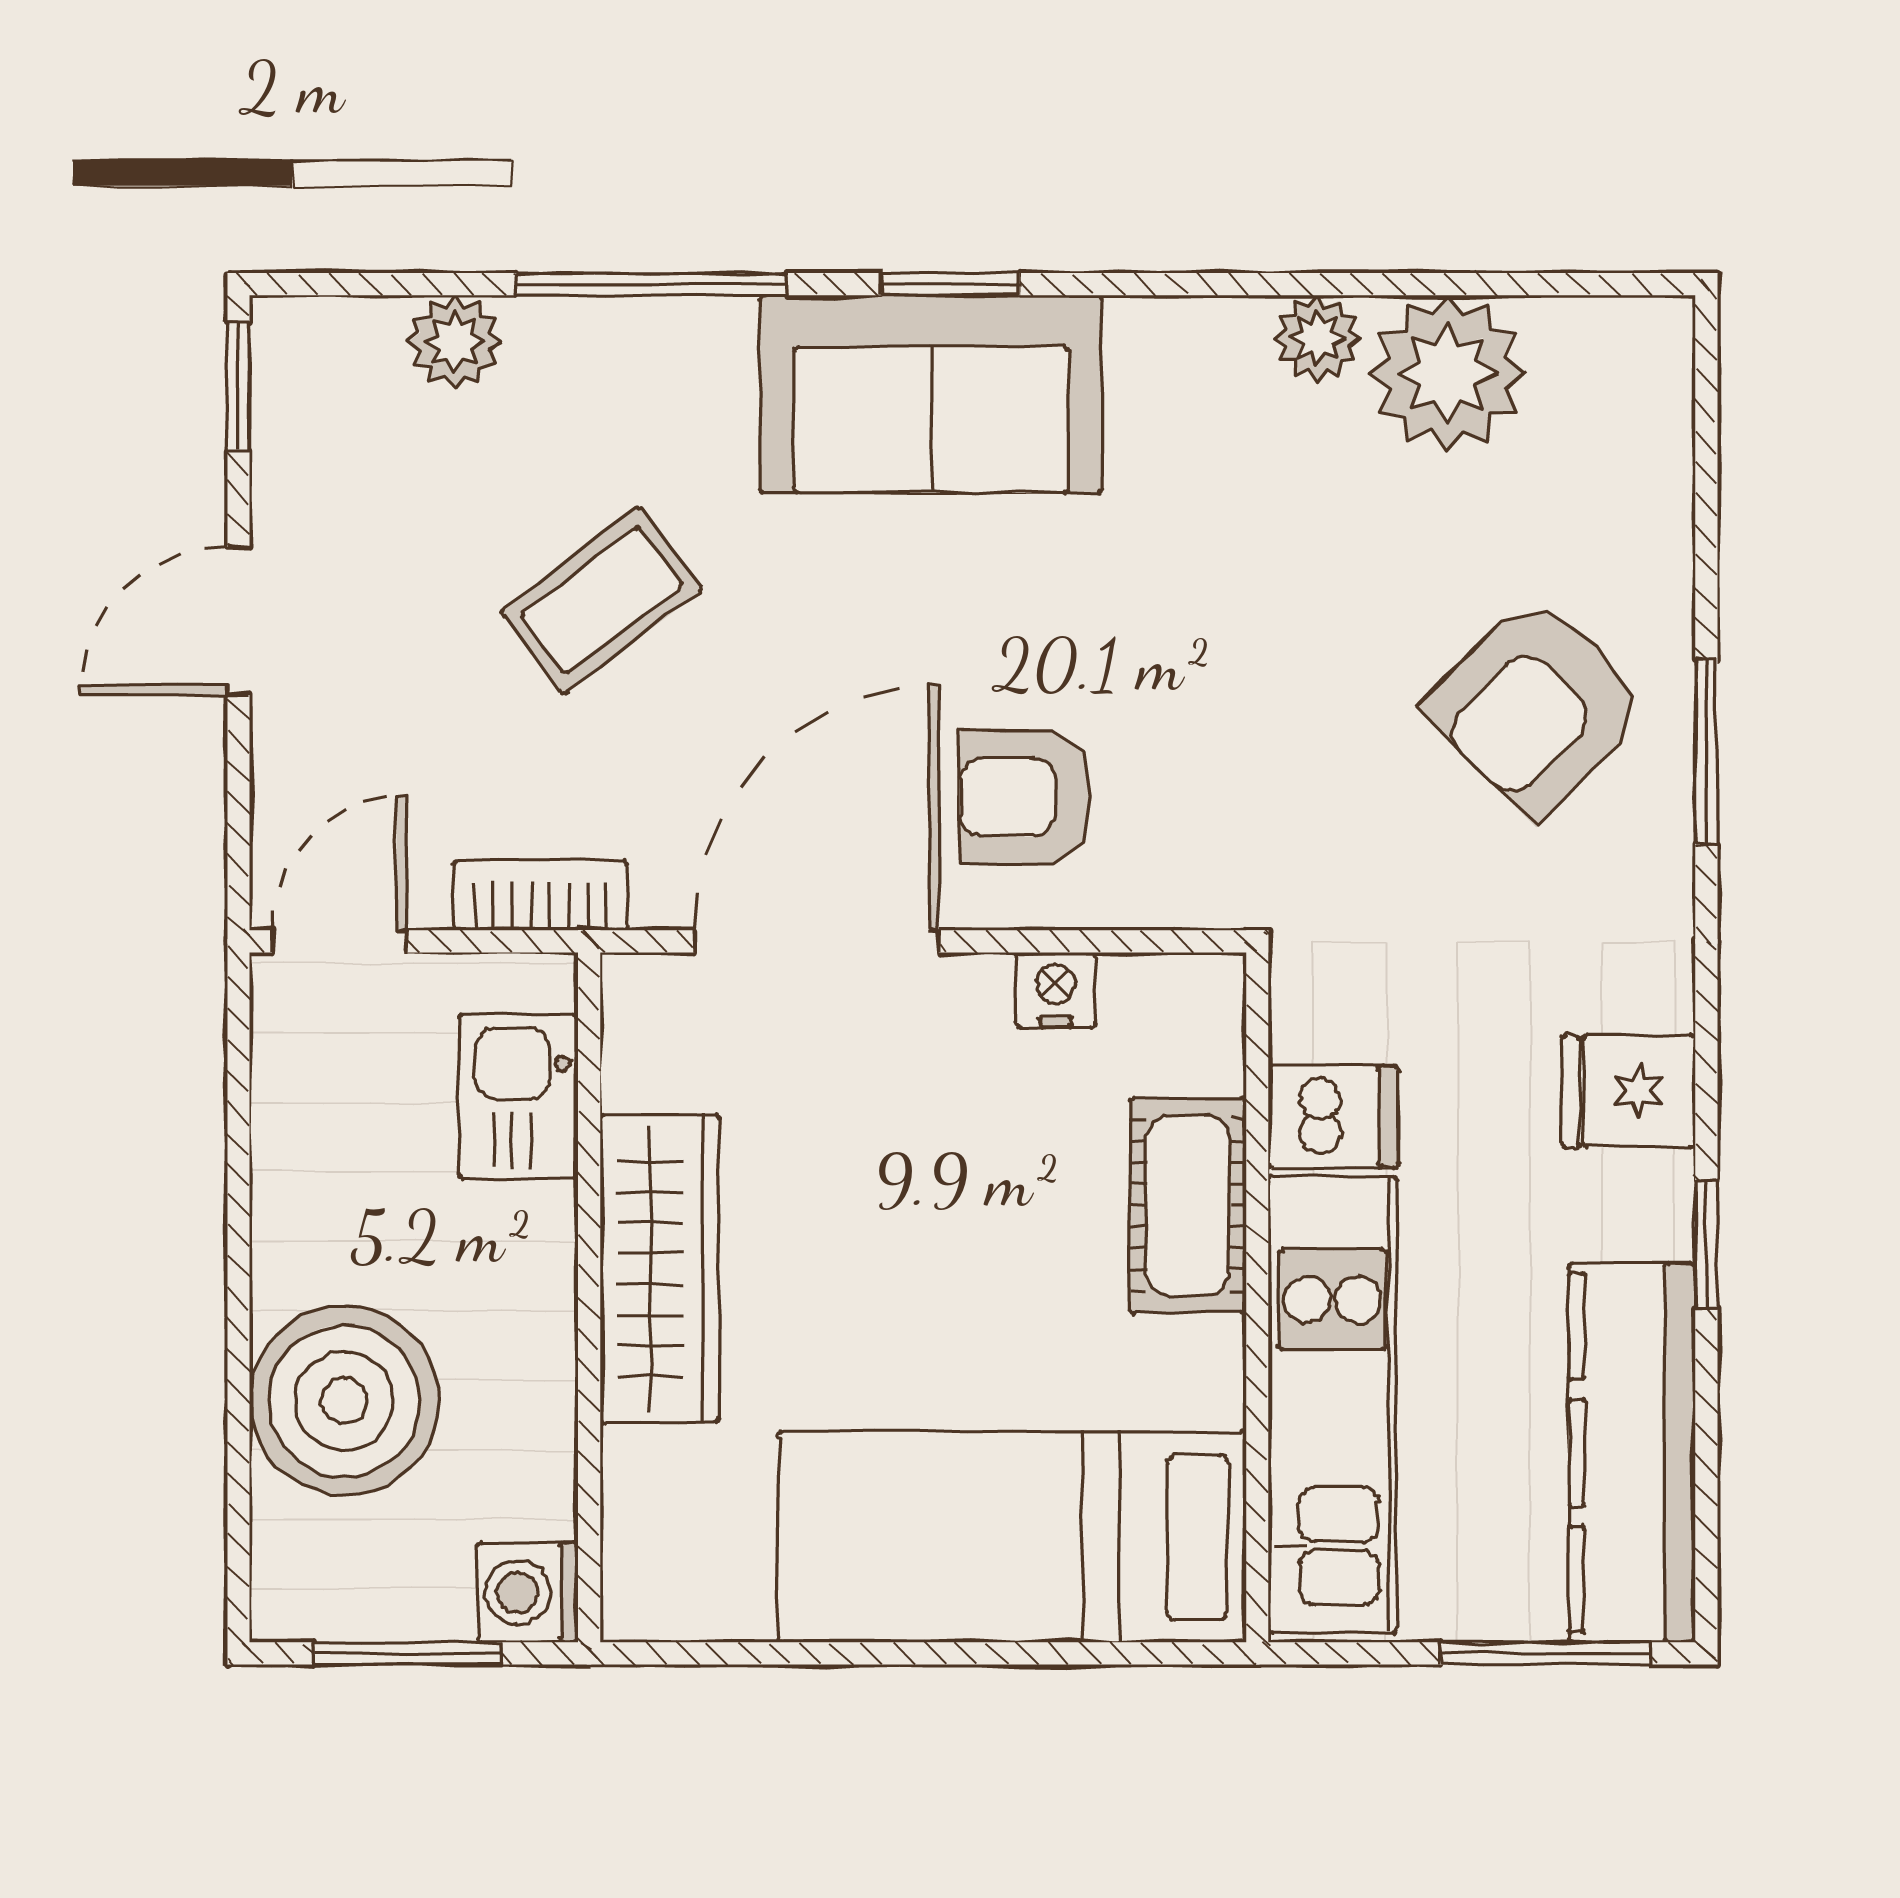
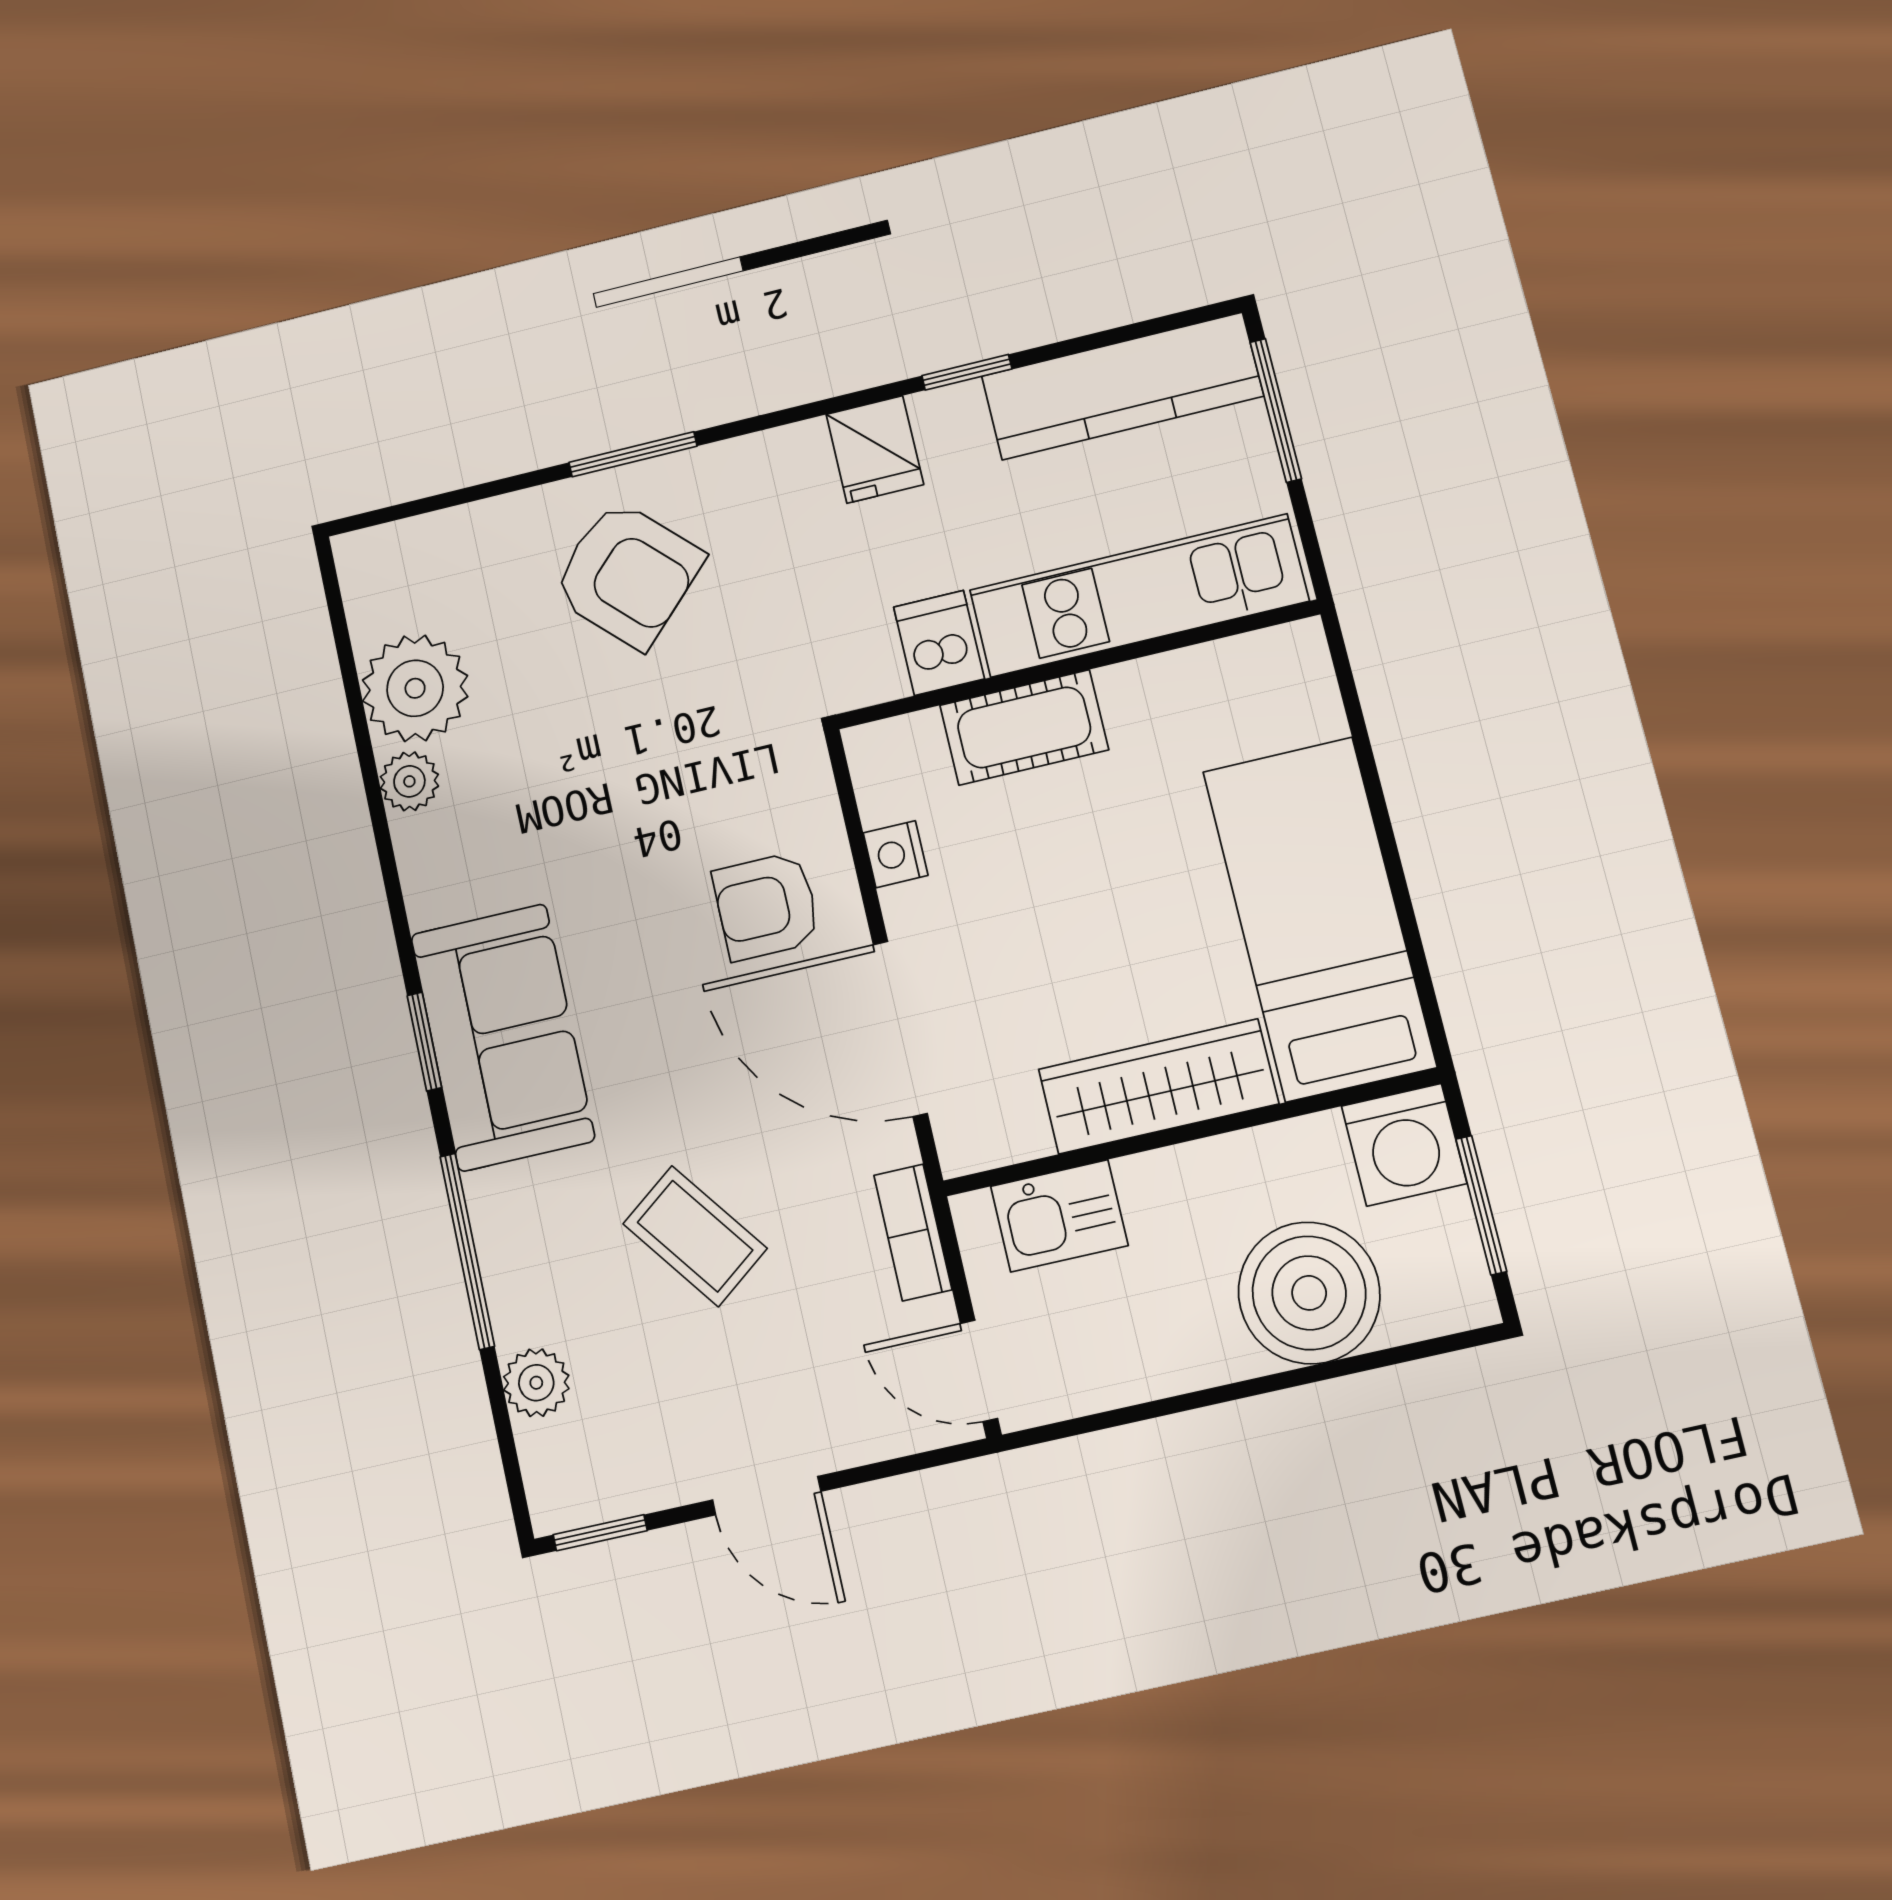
armchair: (1026, 797) -> (766, 906), turned 90
bed: (1012, 1537) -> (1319, 918), moved, turned 180
washing machine: (528, 1592) -> (1404, 1145), width x1.38, depth x1.38

